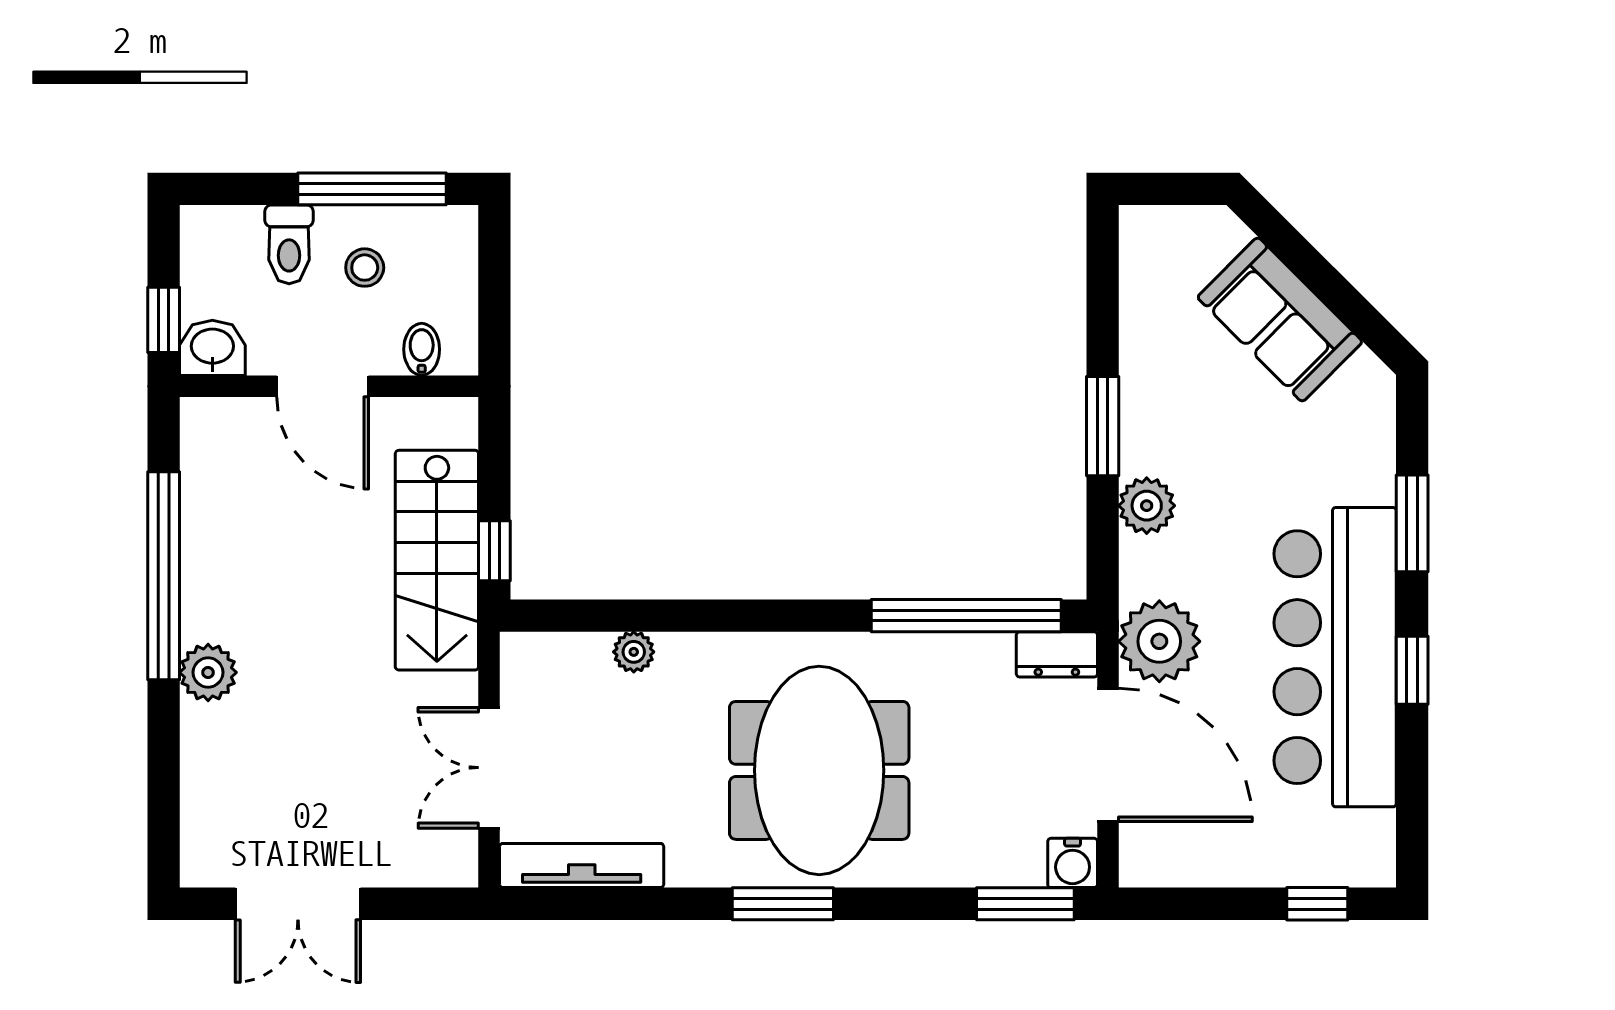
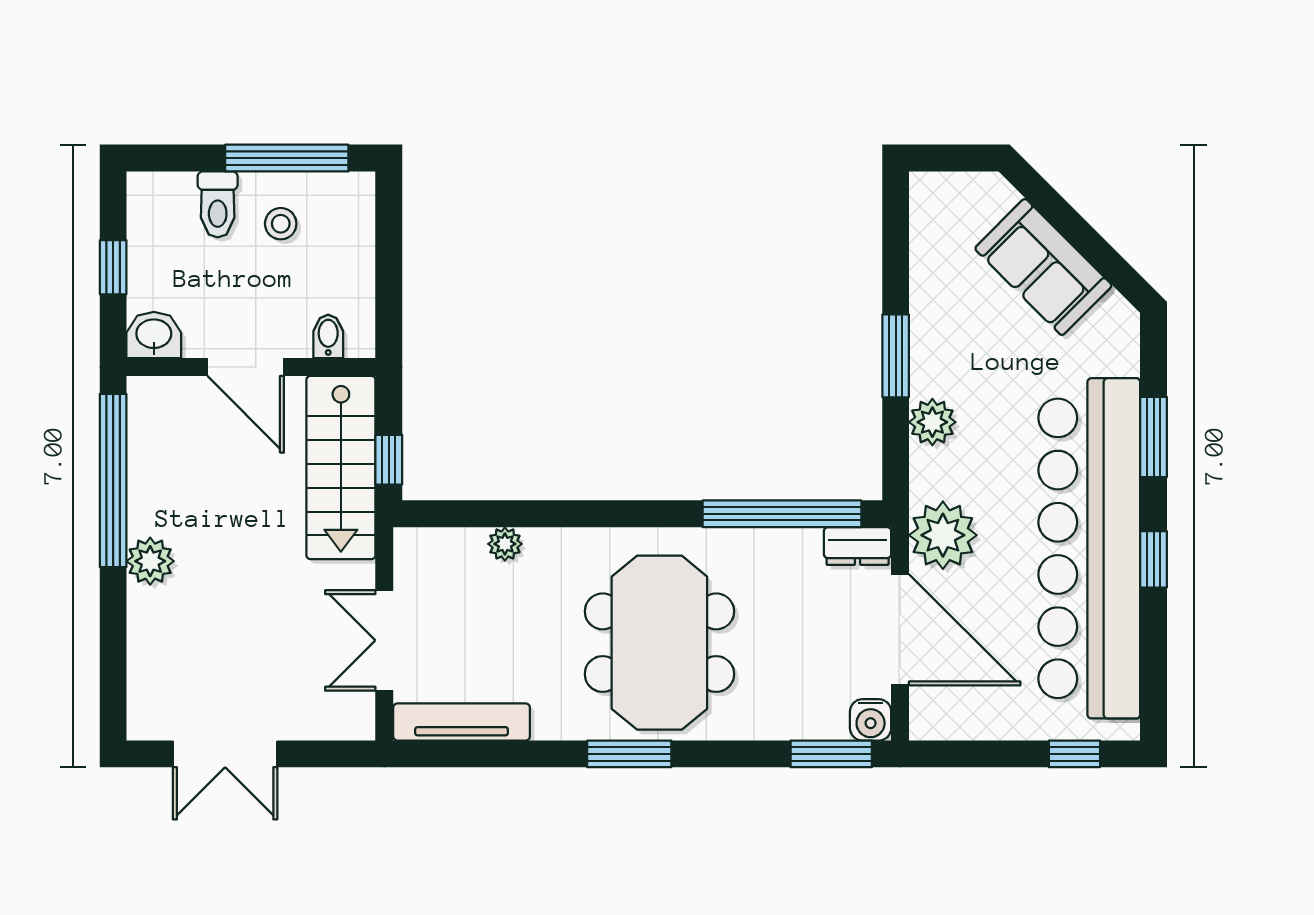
washbasin: (212, 348) -> (154, 335), moved
bidet: (422, 349) -> (328, 336), moved
door: (323, 386) -> (246, 367), moved
wall: (329, 386) -> (251, 367), moved
bar counter: (1335, 657) -> (1089, 548), width x1.36

